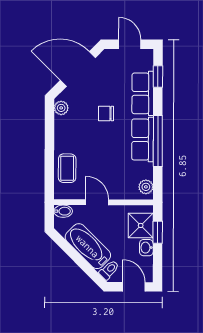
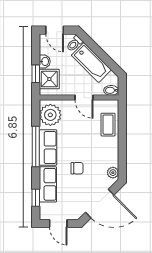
plant: (146, 187) -> (50, 115), width x1.87, depth x1.87

